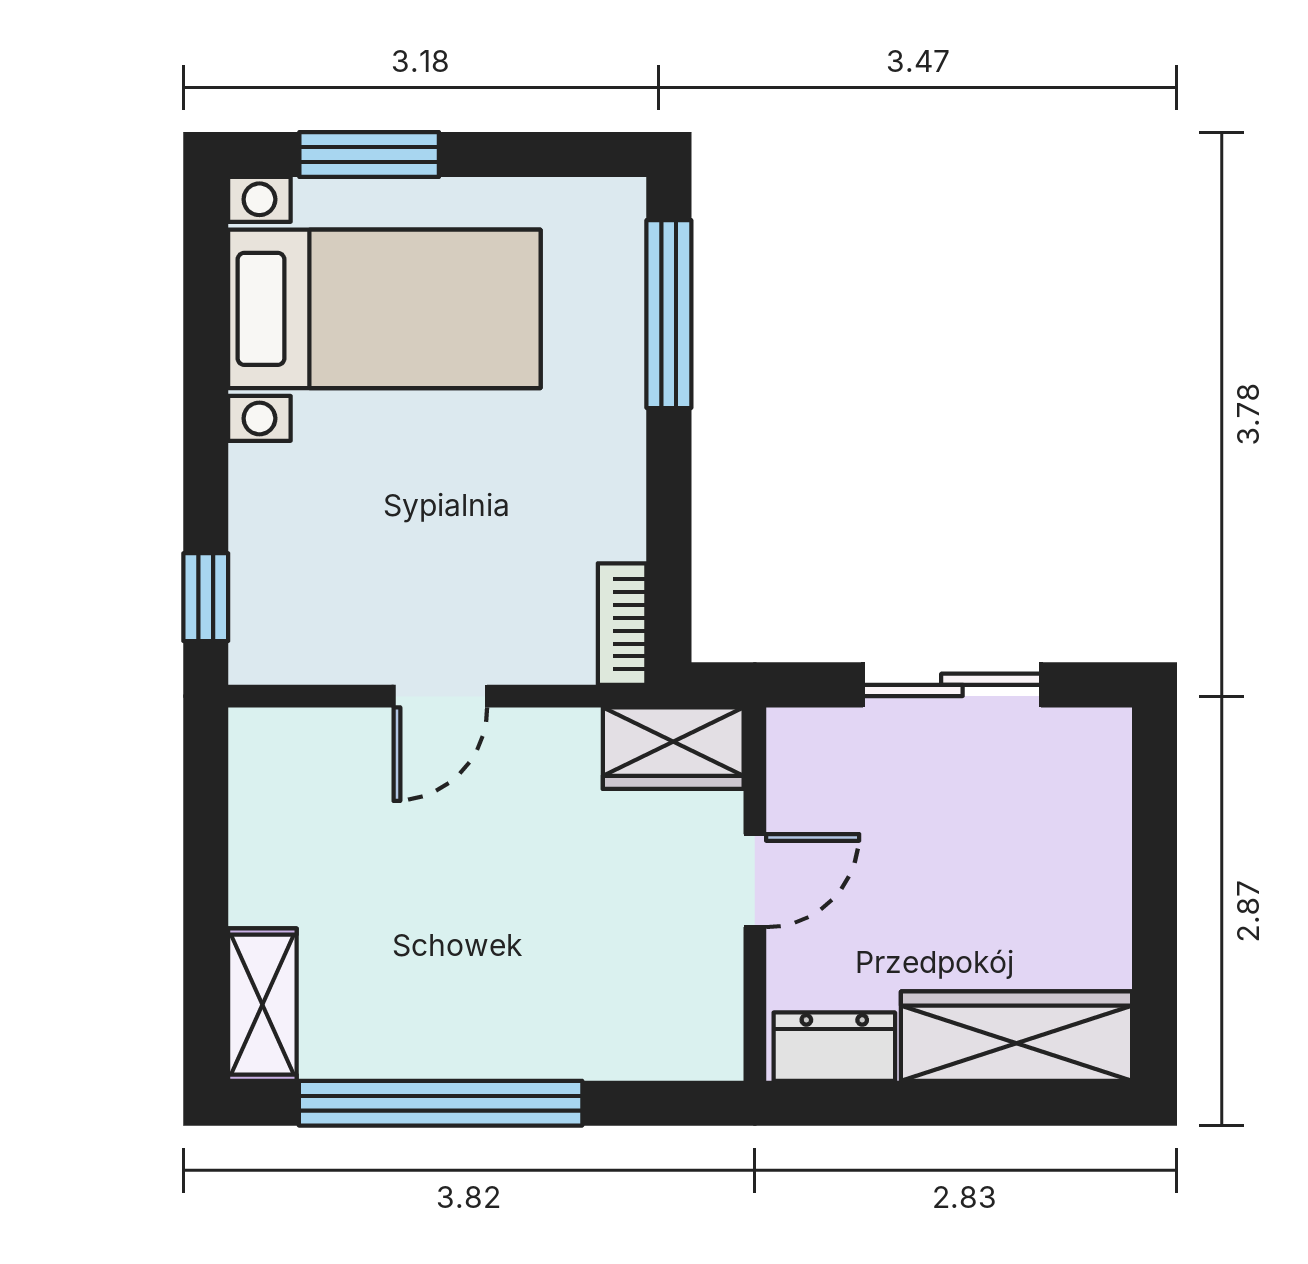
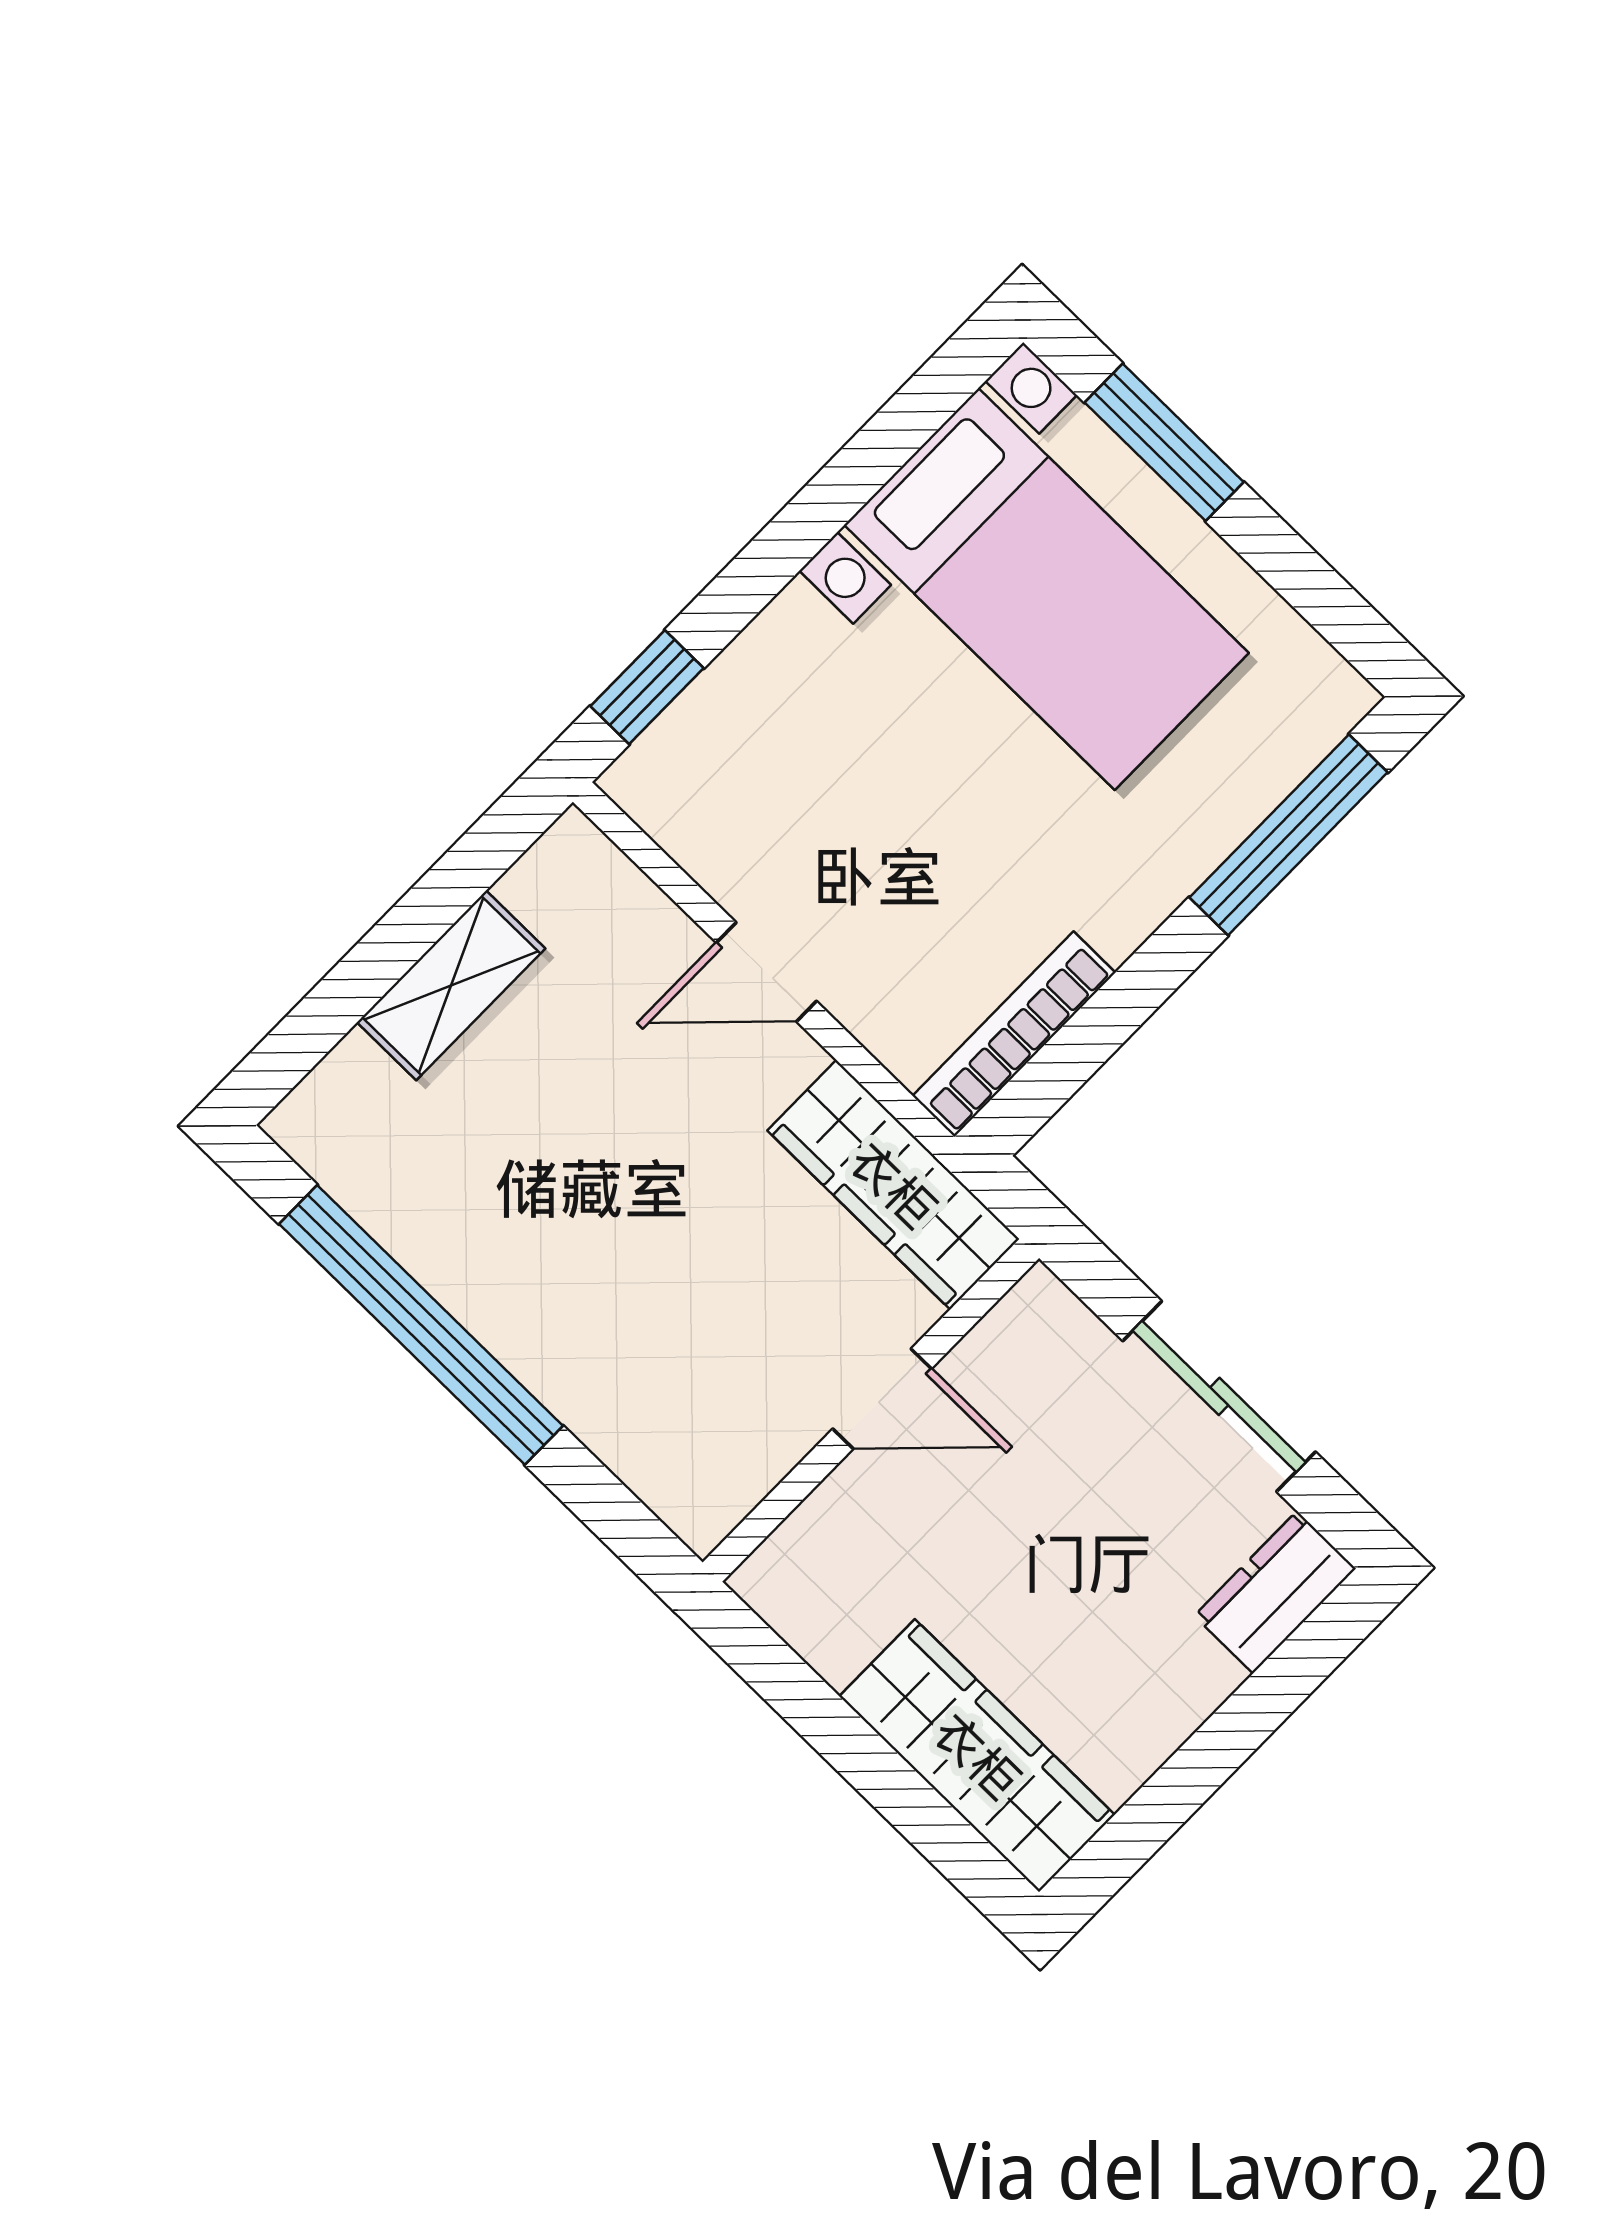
bookcase: (622, 624) -> (1014, 1034), width x1.56
wardrobe: (673, 748) -> (893, 1185), width x1.50
shelving: (262, 1005) -> (451, 985), moved
dresser: (834, 1047) -> (1275, 1592), moved, turned -90

